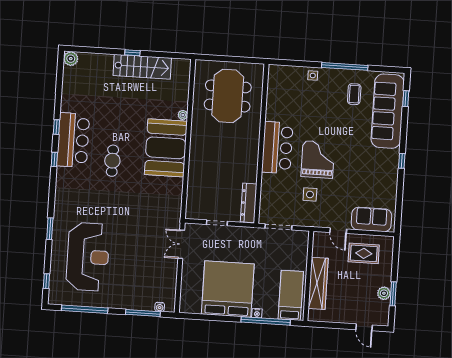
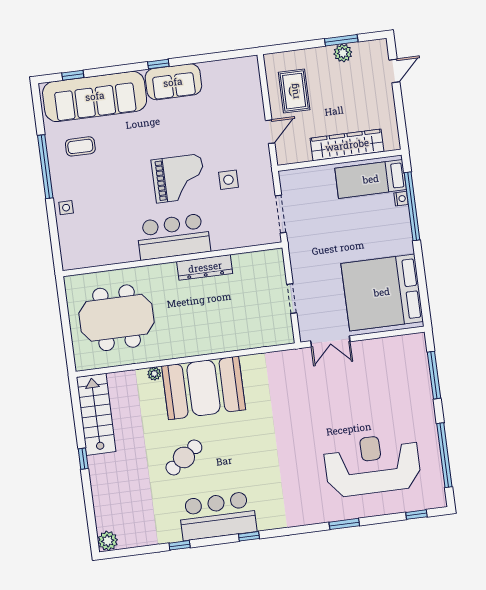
stairs: (142, 67) -> (96, 414), moved
window: (56, 127) -> (180, 545), moved
grand piano: (318, 159) -> (179, 178), turned 180
cafe table: (112, 161) -> (184, 457), moved, turned -37
dresser: (249, 203) -> (205, 267), moved
sofa: (371, 219) -> (173, 82), moved, turned -90
bed: (228, 289) -> (382, 292), moved
water cooler: (160, 307) -> (421, 354), removed
nightstand: (257, 313) -> (401, 199), moved

